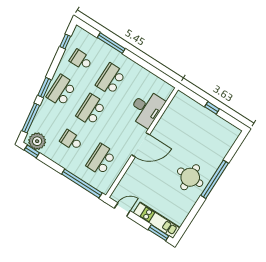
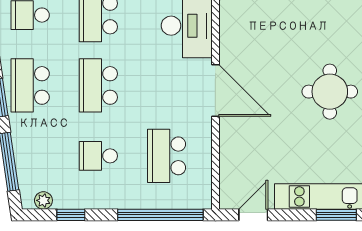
plant: (37, 141) -> (43, 200), width x0.53, depth x0.53
door: (141, 145) -> (215, 90), hinge flipped
window: (32, 151) -> (71, 215), moved

